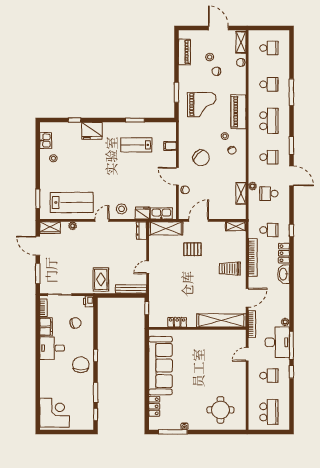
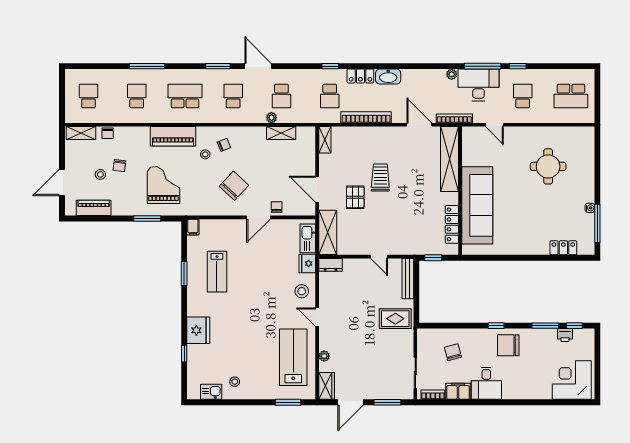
door: (218, 28) -> (62, 183), moved
filing cabinet: (170, 146) -> (193, 227), moved
door: (291, 176) -> (258, 66), hinge flipped
school desk: (269, 230) -> (330, 96), turned 180
trolley: (230, 269) -> (380, 178), moved, turned 180
printer: (88, 301) -> (565, 335), moved
locker: (177, 322) -> (452, 224), width x1.53
sofa: (161, 366) -> (477, 205), moved, turned 90
round table: (220, 410) -> (548, 166), moved
school desk: (269, 412) -> (571, 96), turned 180

